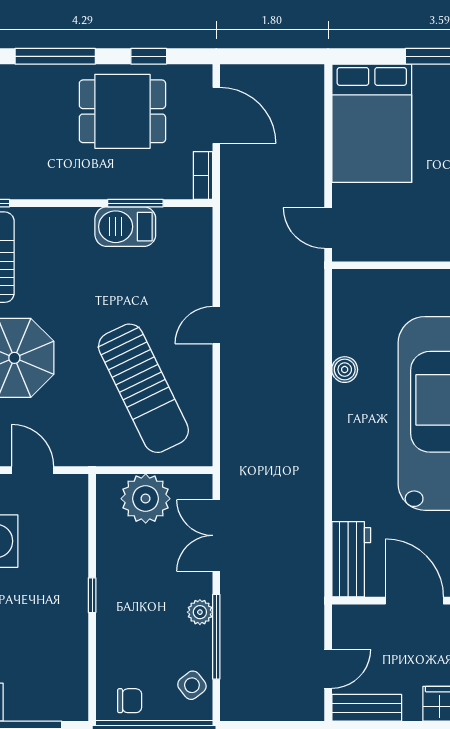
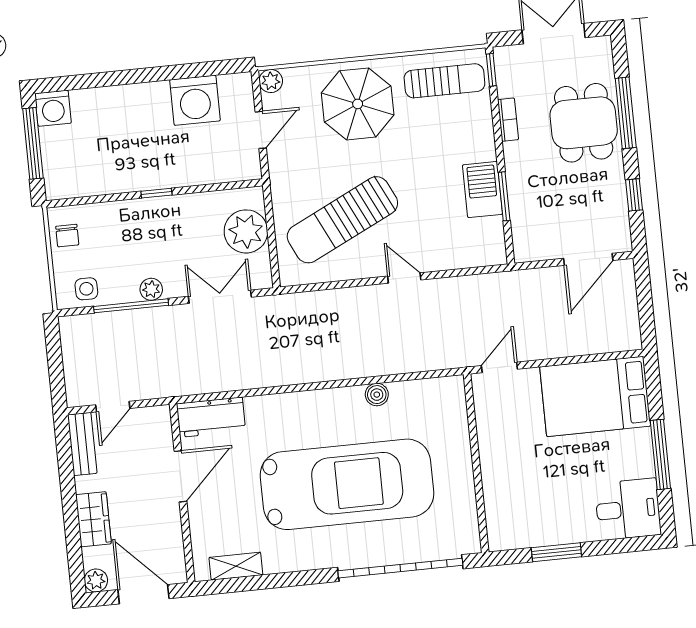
dining table: (122, 111) -> (584, 123), moved
bookcase: (203, 175) -> (508, 120), moved, turned 90
door: (328, 669) -> (113, 407), hinge flipped
side table: (192, 685) -> (86, 289), turned 38

